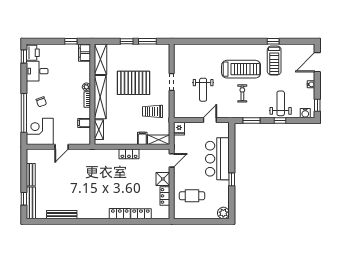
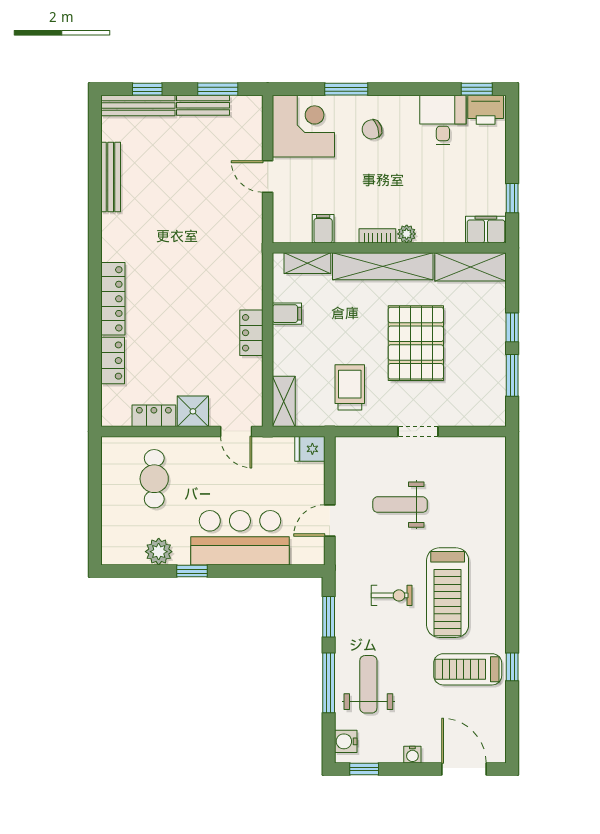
weight bench: (281, 103) -> (368, 684), turned -90
window: (24, 113) -> (346, 89), width x0.47
door: (210, 120) -> (330, 520), swing flipped
window: (280, 121) -> (329, 683), width x2.17
filing cabinet: (142, 138) -> (287, 314), moved
window: (24, 168) -> (218, 89), added
plant: (223, 213) -> (159, 552), moved
locker: (120, 214) -> (113, 299), width x1.53

